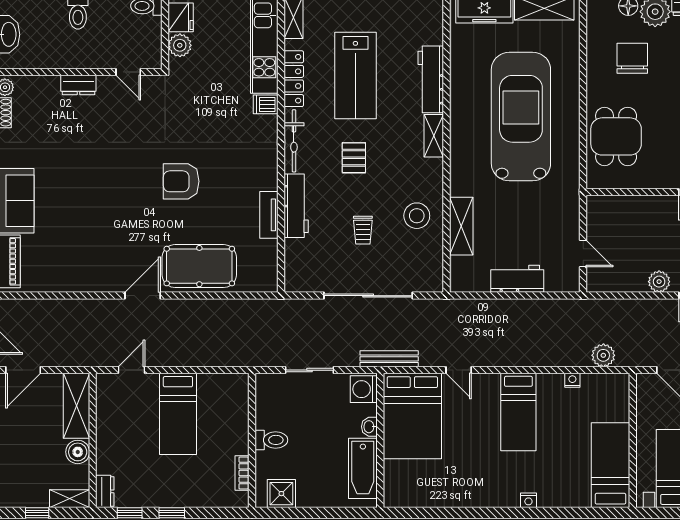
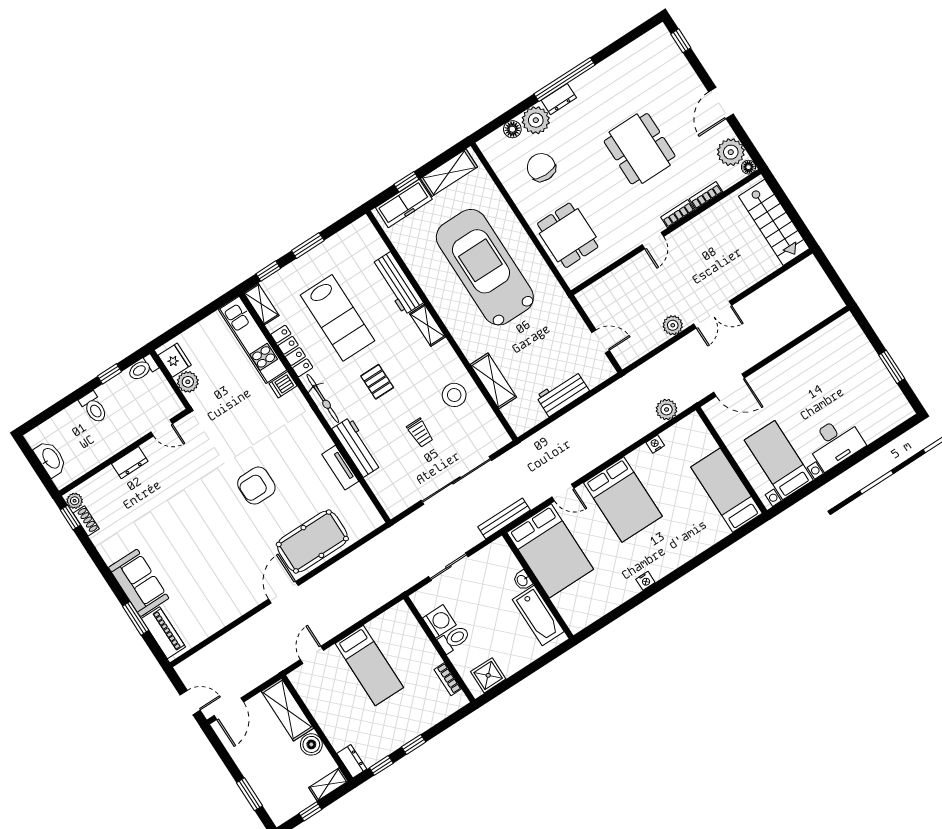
washing machine: (364, 389) -> (439, 621), moved, turned 180
bed: (518, 412) -> (623, 499), width x1.50
nightstand: (528, 500) -> (645, 581), moved

